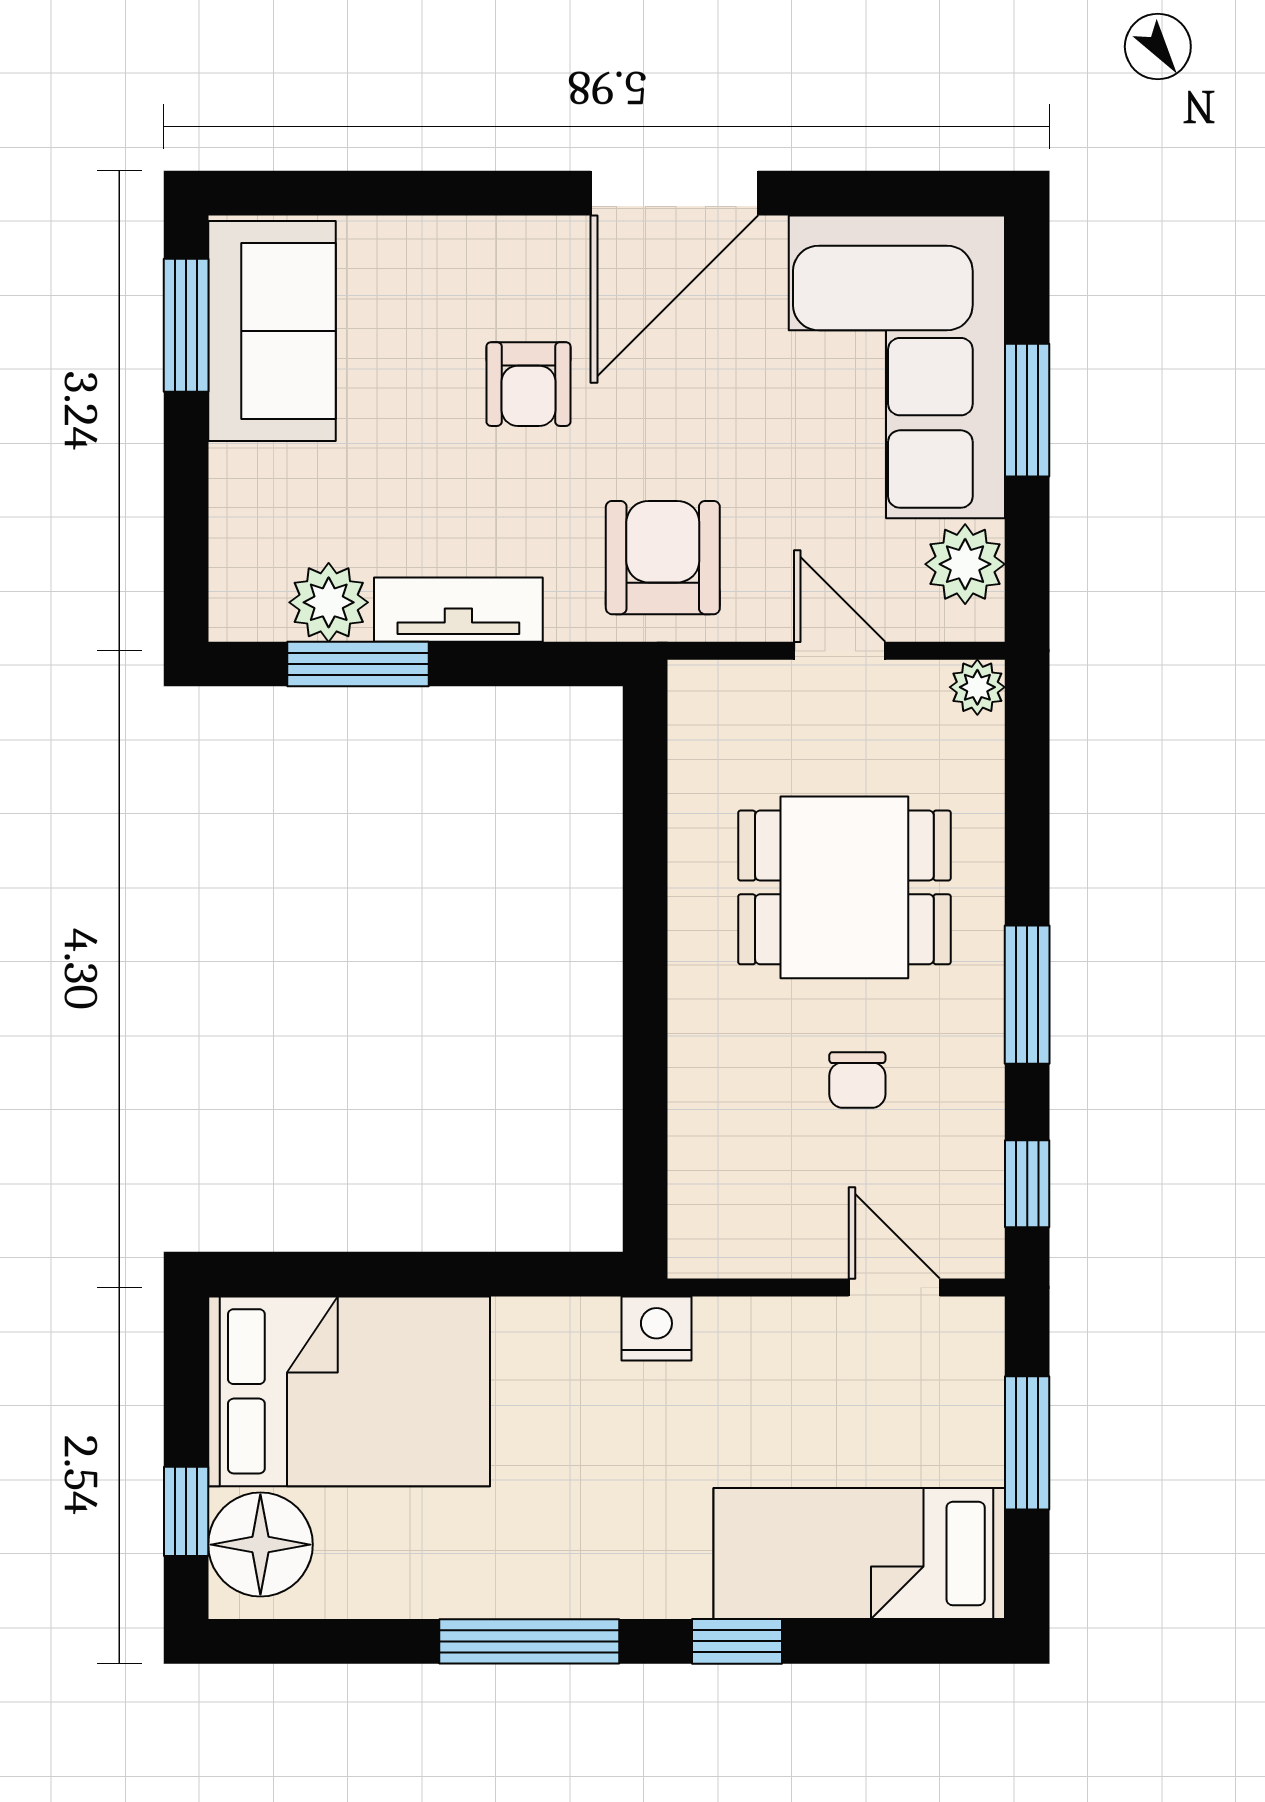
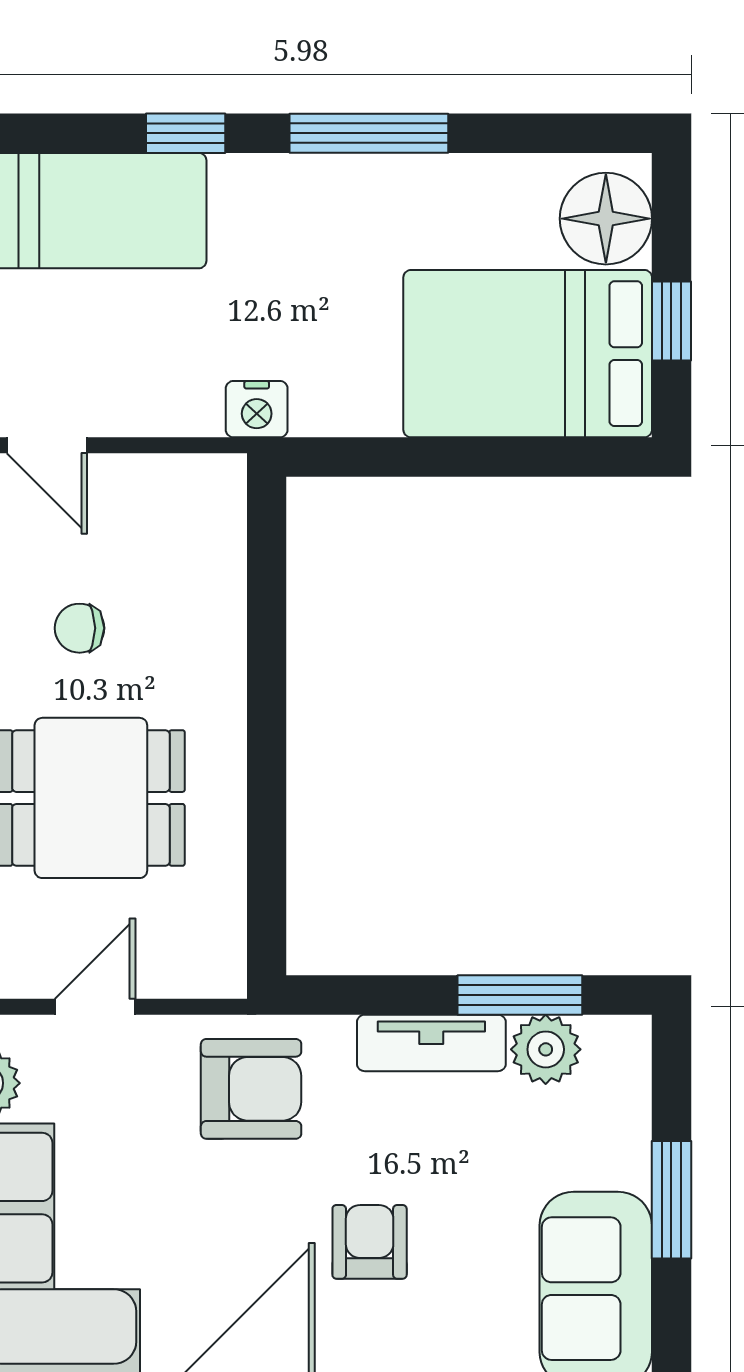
window: (186, 325) -> (671, 1200), moved
armchair: (663, 558) -> (251, 1089), turned -90
door: (840, 651) -> (95, 1007), swing flipped
chair: (857, 1080) -> (80, 628), turned -90
window: (186, 1511) -> (671, 321), moved

